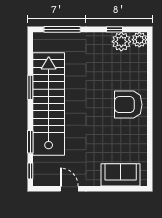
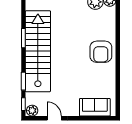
armchair: (128, 105) -> (101, 52), turned -90
plant: (41, 179) -> (32, 111), added

